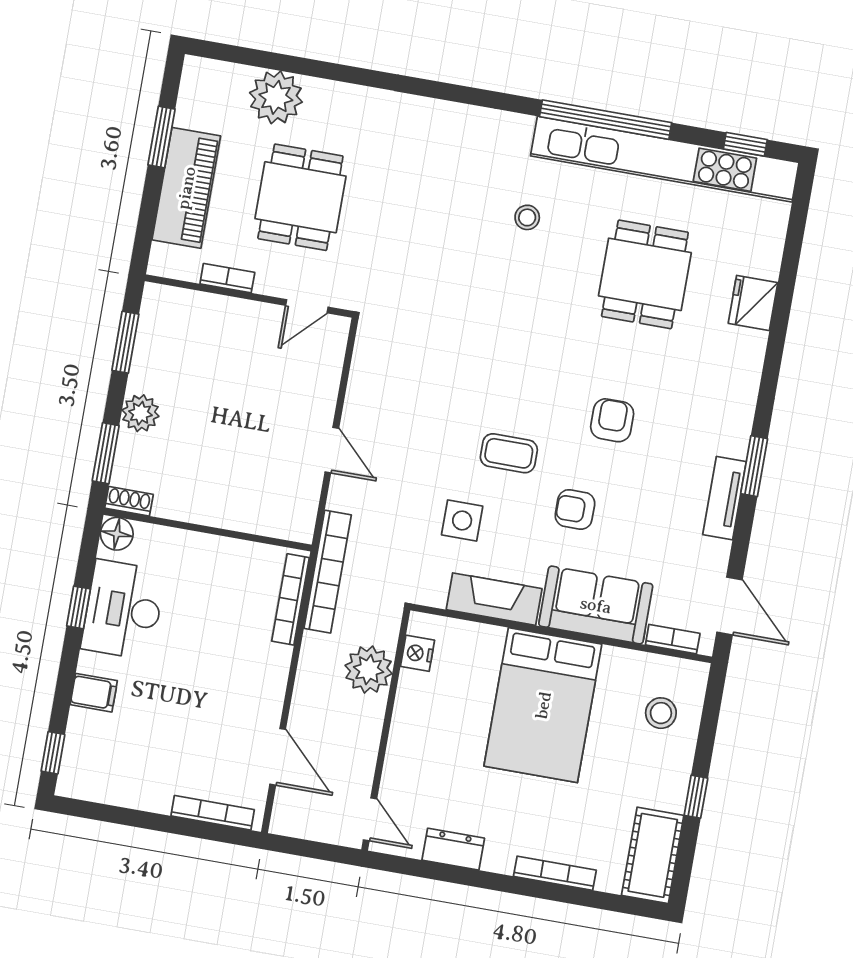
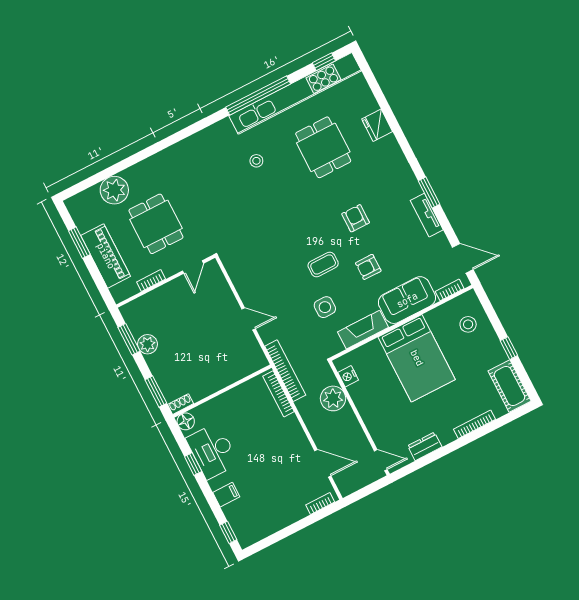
plant: (141, 413) -> (147, 344), moved
bookcase: (213, 813) -> (320, 503), width x0.64

